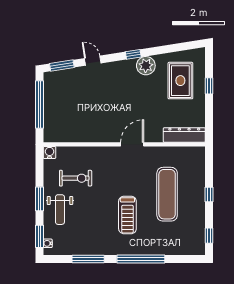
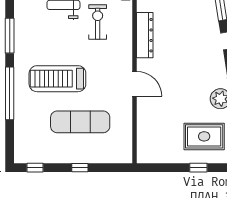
dresser: (184, 135) -> (145, 35), moved
exercise bike: (76, 178) -> (98, 22), turned 180
treadmill: (127, 215) -> (57, 79), width x1.37, depth x1.38

